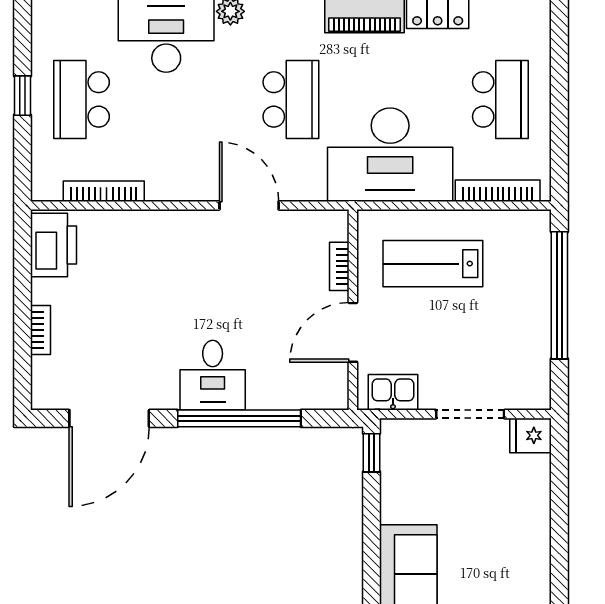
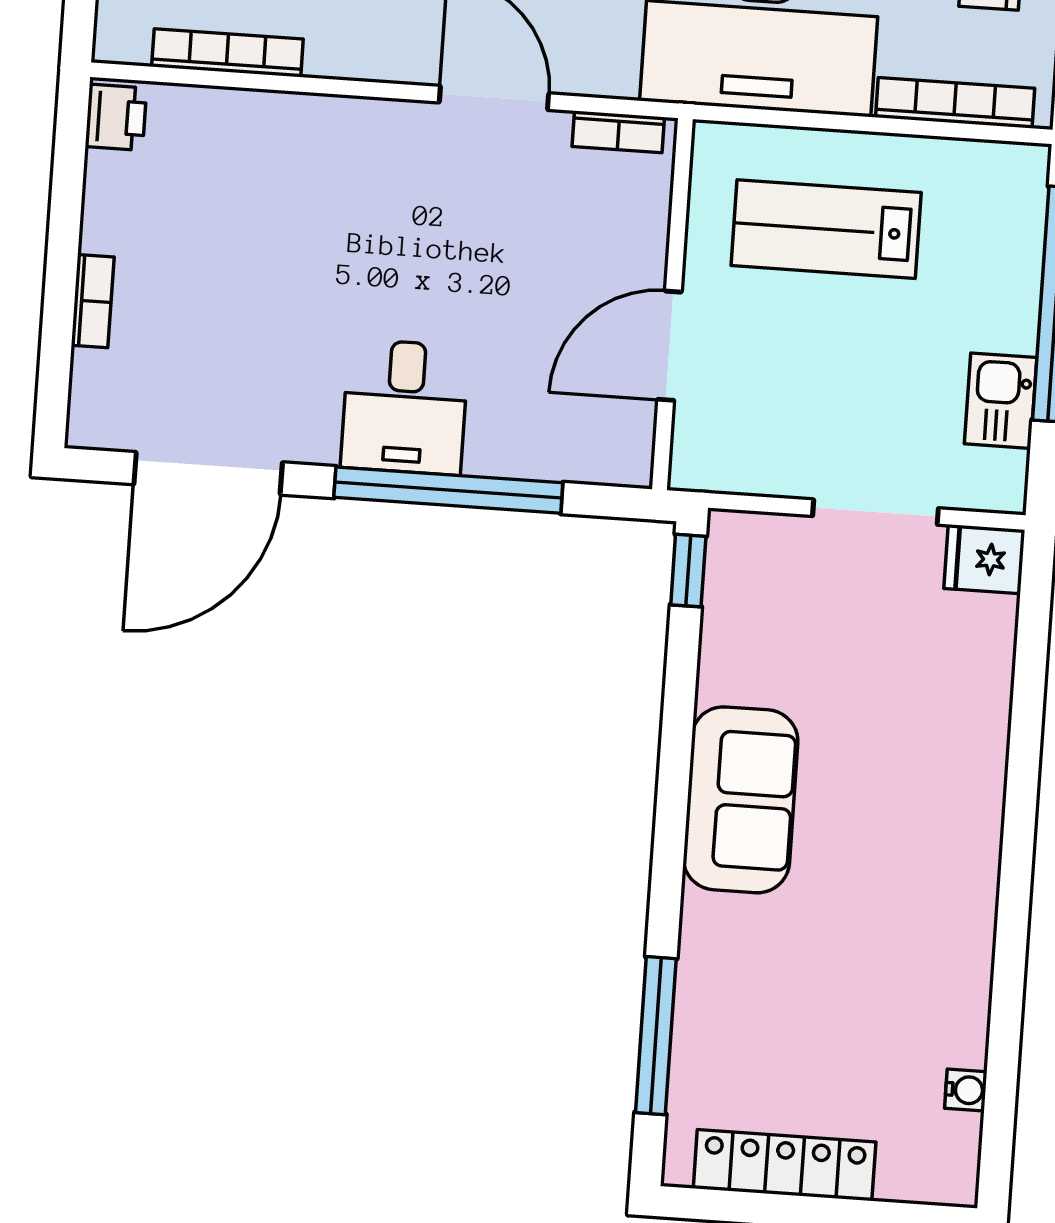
printer: (54, 245) -> (116, 117), width x0.53, depth x0.68
bookcase: (339, 266) -> (618, 132), moved, turned -90
kitchen sink: (393, 392) -> (1001, 401), moved, turned -90

